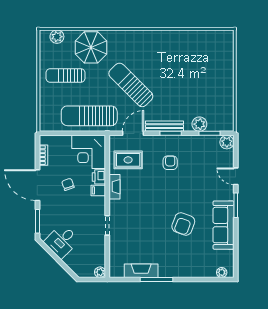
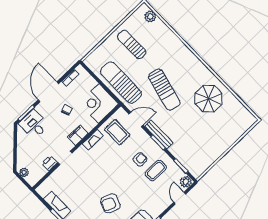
parasol: (91, 47) -> (209, 99), moved
sun lounger: (131, 85) -> (164, 90), turned 149
plant: (199, 124) -> (181, 155), removed
coffee table: (193, 158) -> (156, 171), added
door: (236, 176) -> (180, 198), moved
printer: (99, 177) -> (49, 163), moved
filing cabinet: (98, 190) -> (78, 135), width x2.00
desk: (62, 241) -> (34, 124), moved, turned 45
plant: (100, 272) -> (24, 172), moved

